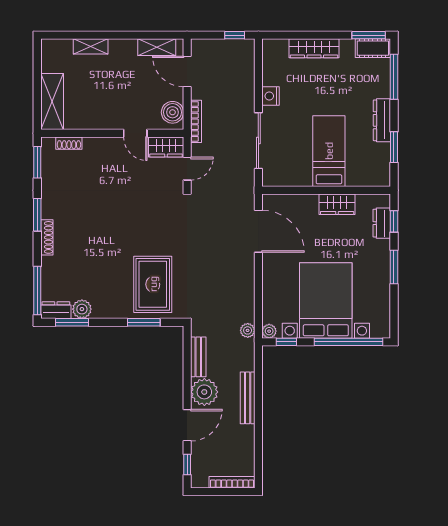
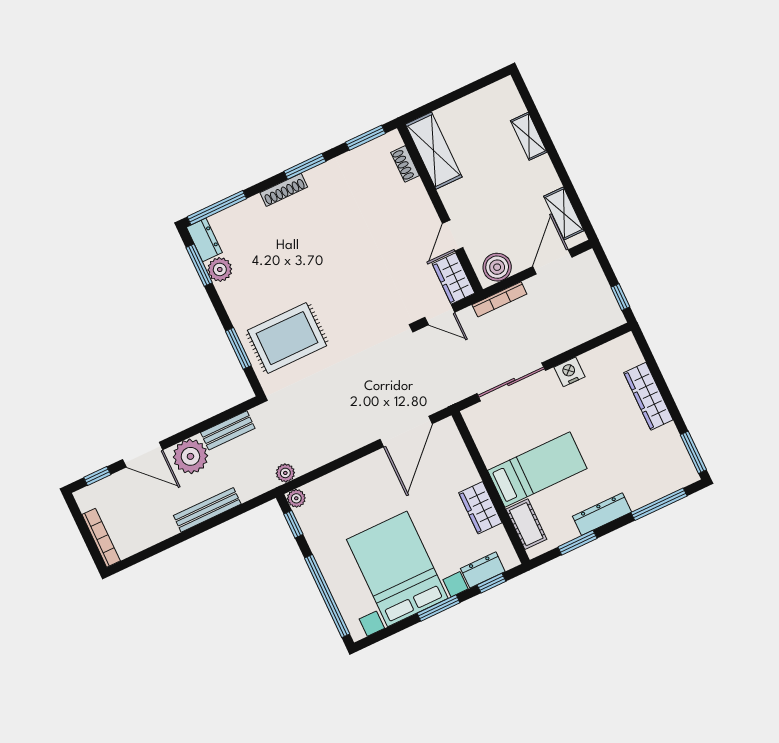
cot: (373, 48) -> (526, 524), moved
shelving: (52, 101) -> (434, 151), moved, turned 90
bed with nightstands: (326, 300) -> (397, 569), moved, turned -90

